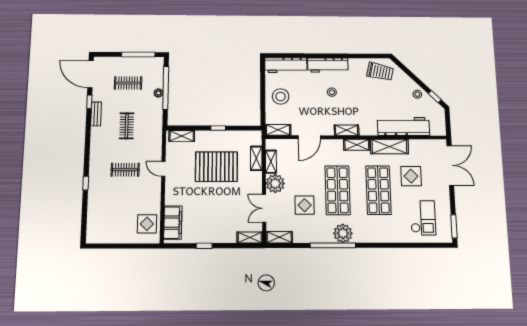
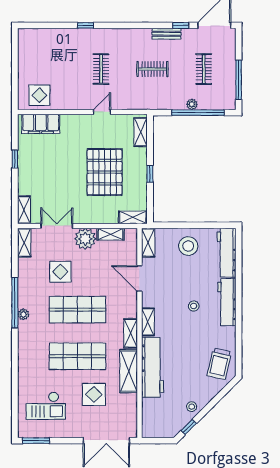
workbench: (403, 126) -> (152, 367), moved
shelving: (256, 158) -> (133, 217), moved
plant: (343, 233) -> (23, 314), width x0.53, depth x0.53

